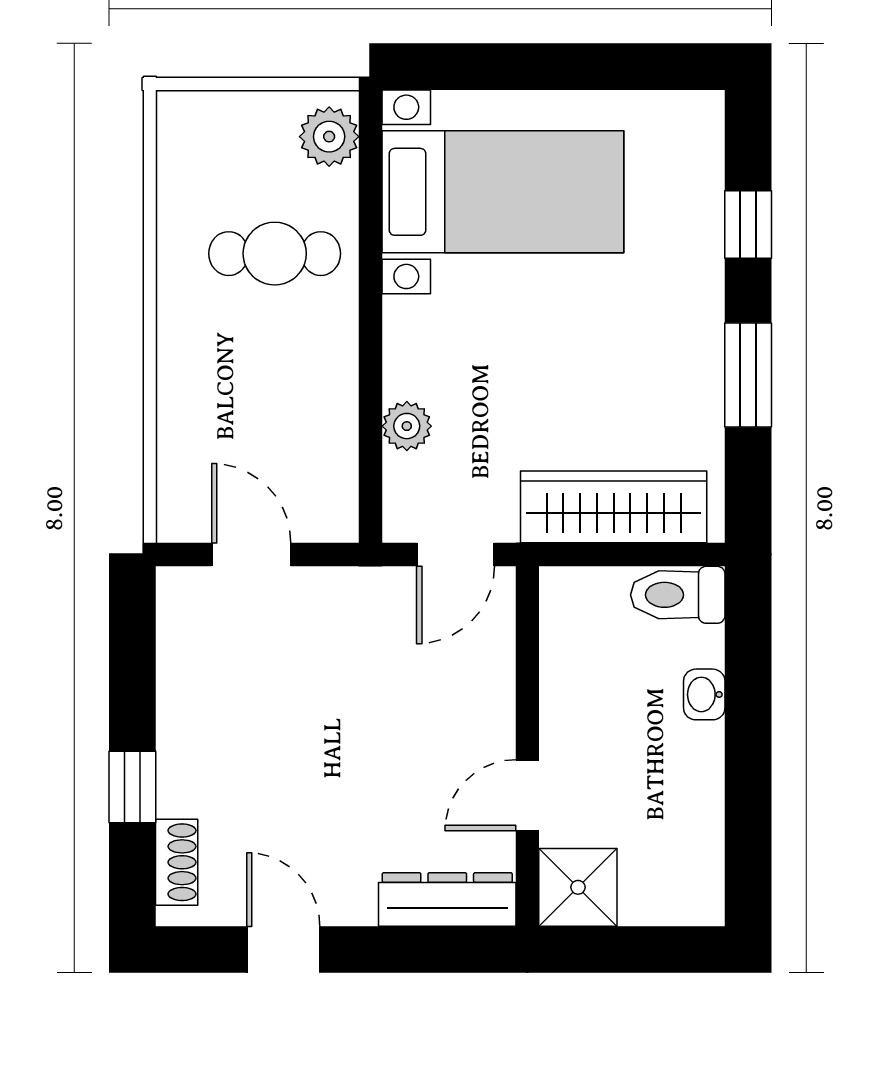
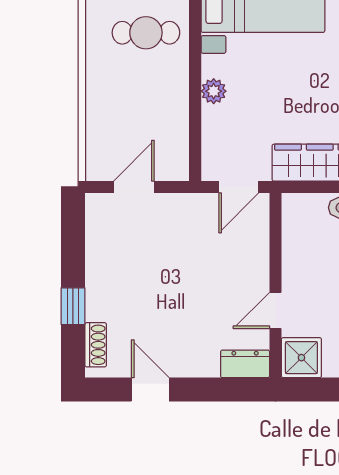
plant: (407, 426) -> (214, 91), moved
door: (251, 555) -> (134, 187), hinge flipped
dresser: (447, 899) -> (245, 364), width x0.70

